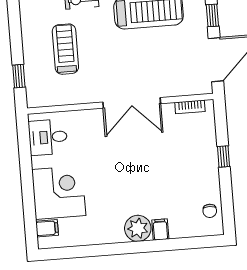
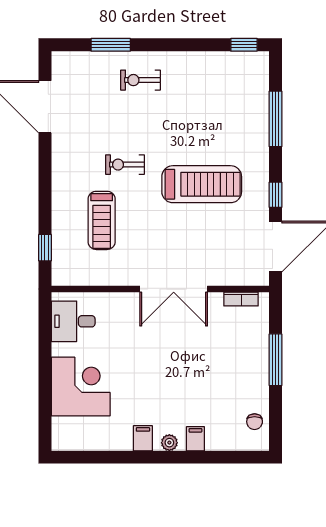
treadmill: (65, 49) -> (102, 220), turned 180
window: (223, 156) -> (275, 360), width x2.17
filing cabinet: (47, 228) -> (143, 438), moved, turned -90
plant: (138, 228) -> (169, 443), width x0.53, depth x0.53

